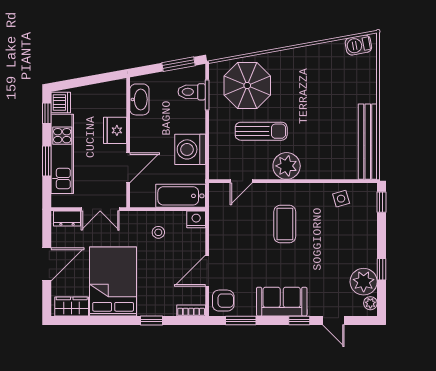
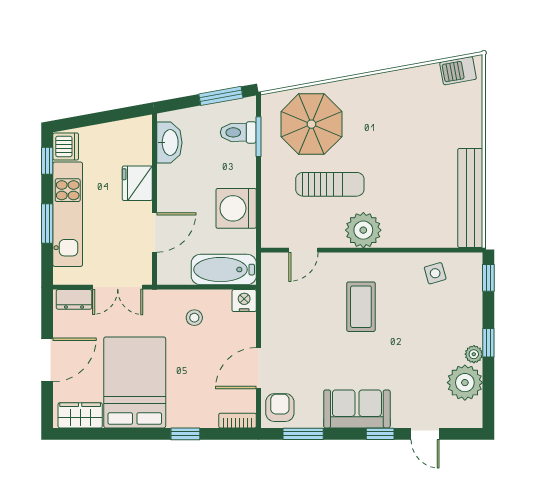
window: (381, 269) -> (488, 343), moved
armchair: (223, 301) -> (280, 408), turned -90
plant: (370, 303) -> (474, 354), moved

